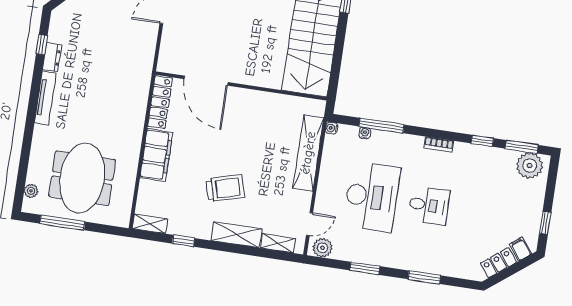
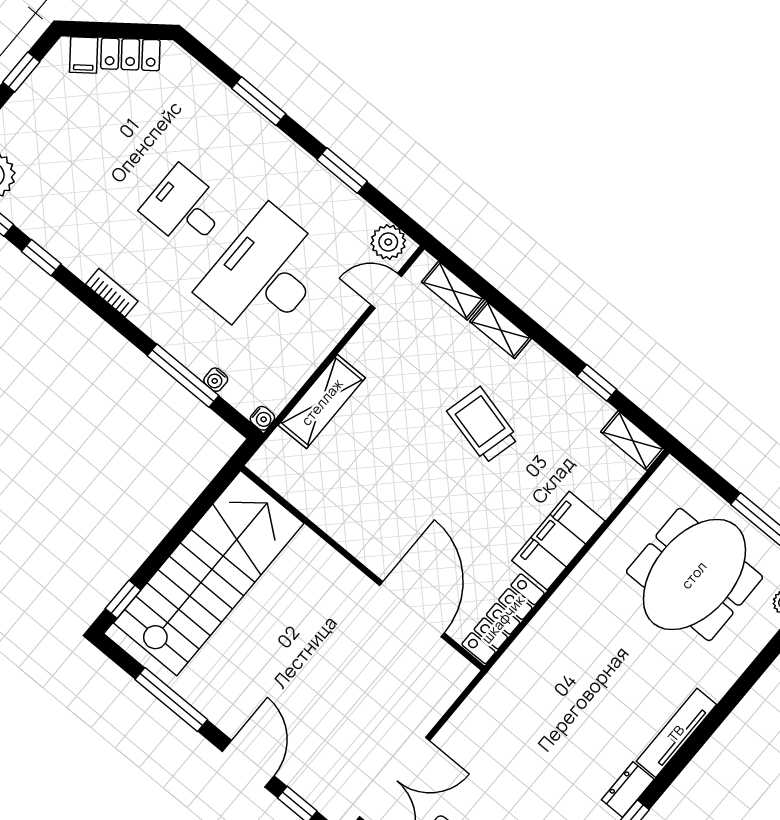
shelving: (308, 153) -> (322, 402), width x0.68
trolley: (225, 188) -> (483, 425), turned 30
shelving: (237, 235) -> (501, 330), width x0.67, depth x0.75

